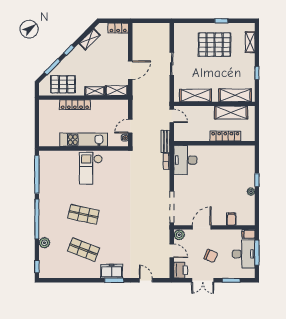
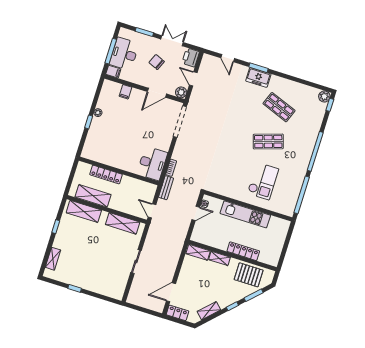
pallet: (215, 45) -> (88, 267), removed
door: (130, 70) -> (171, 292), moved
checkout: (91, 168) -> (263, 181), moved
shop shelf: (84, 214) -> (268, 141), turned -30
plant: (44, 243) -> (324, 97), moved

